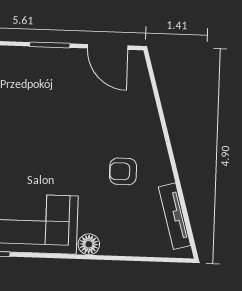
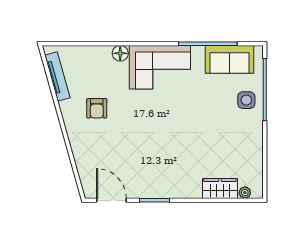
armchair: (123, 171) -> (97, 108), turned 90

